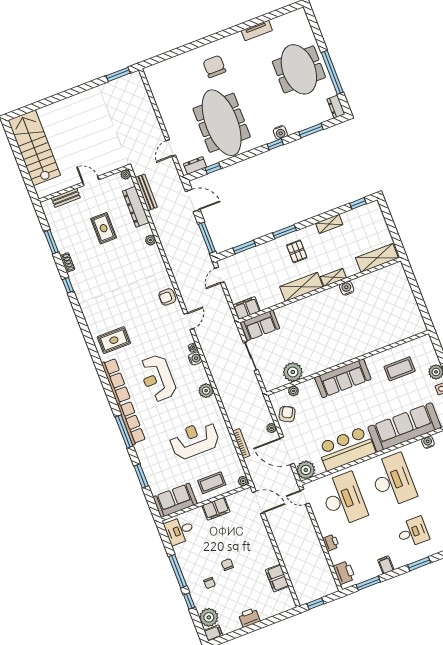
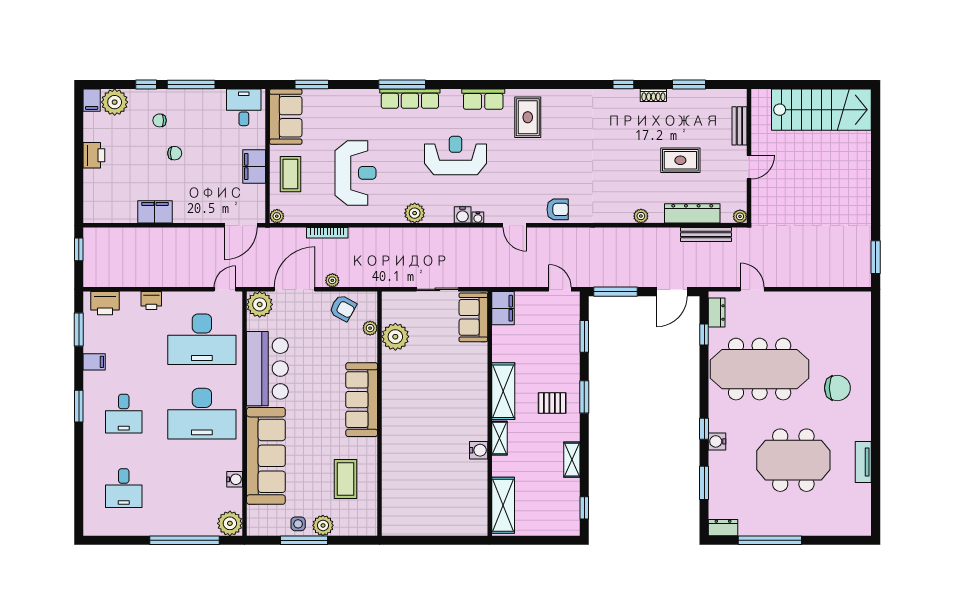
meeting table: (299, 69) -> (793, 460), moved
armchair: (167, 297) -> (558, 209), turned 90
row of seats: (116, 381) -> (483, 99), width x0.68
window: (141, 476) -> (312, 85), moved
filing cabinet: (277, 578) -> (155, 212), moved

